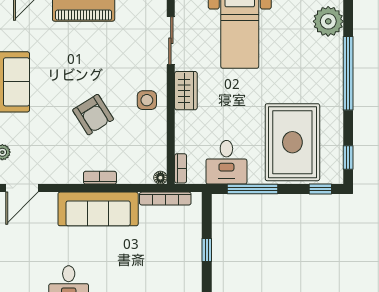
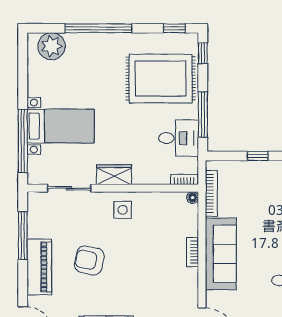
armchair: (93, 115) -> (89, 260), moved, turned -136

